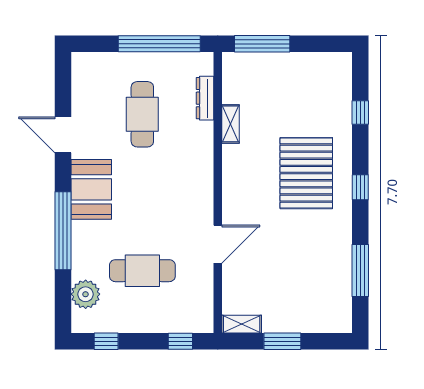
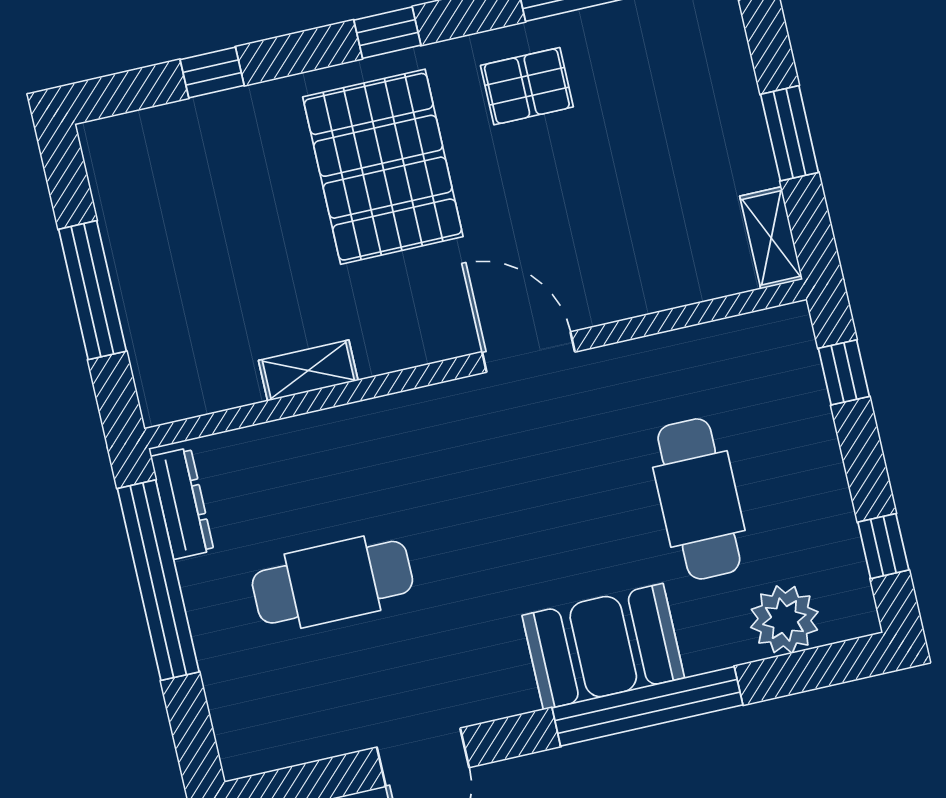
window: (262, 44) -> (92, 290), moved
dresser: (205, 98) -> (182, 503), moved, turned -90
pallet: (306, 173) -> (383, 167), turned 90
booth: (91, 189) -> (603, 647), moved
pallet: (326, 239) -> (527, 86), added
door: (218, 244) -> (529, 352), moved

